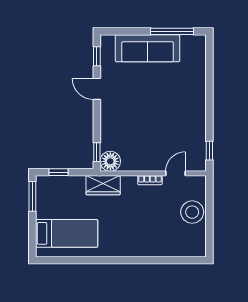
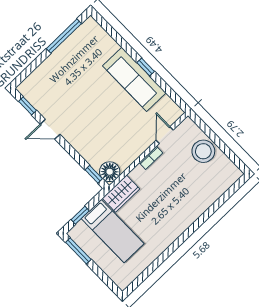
sofa: (148, 48) -> (134, 79), moved, turned 90
window: (209, 151) -> (146, 67), moved
bed: (67, 233) -> (113, 231), moved, turned 90

